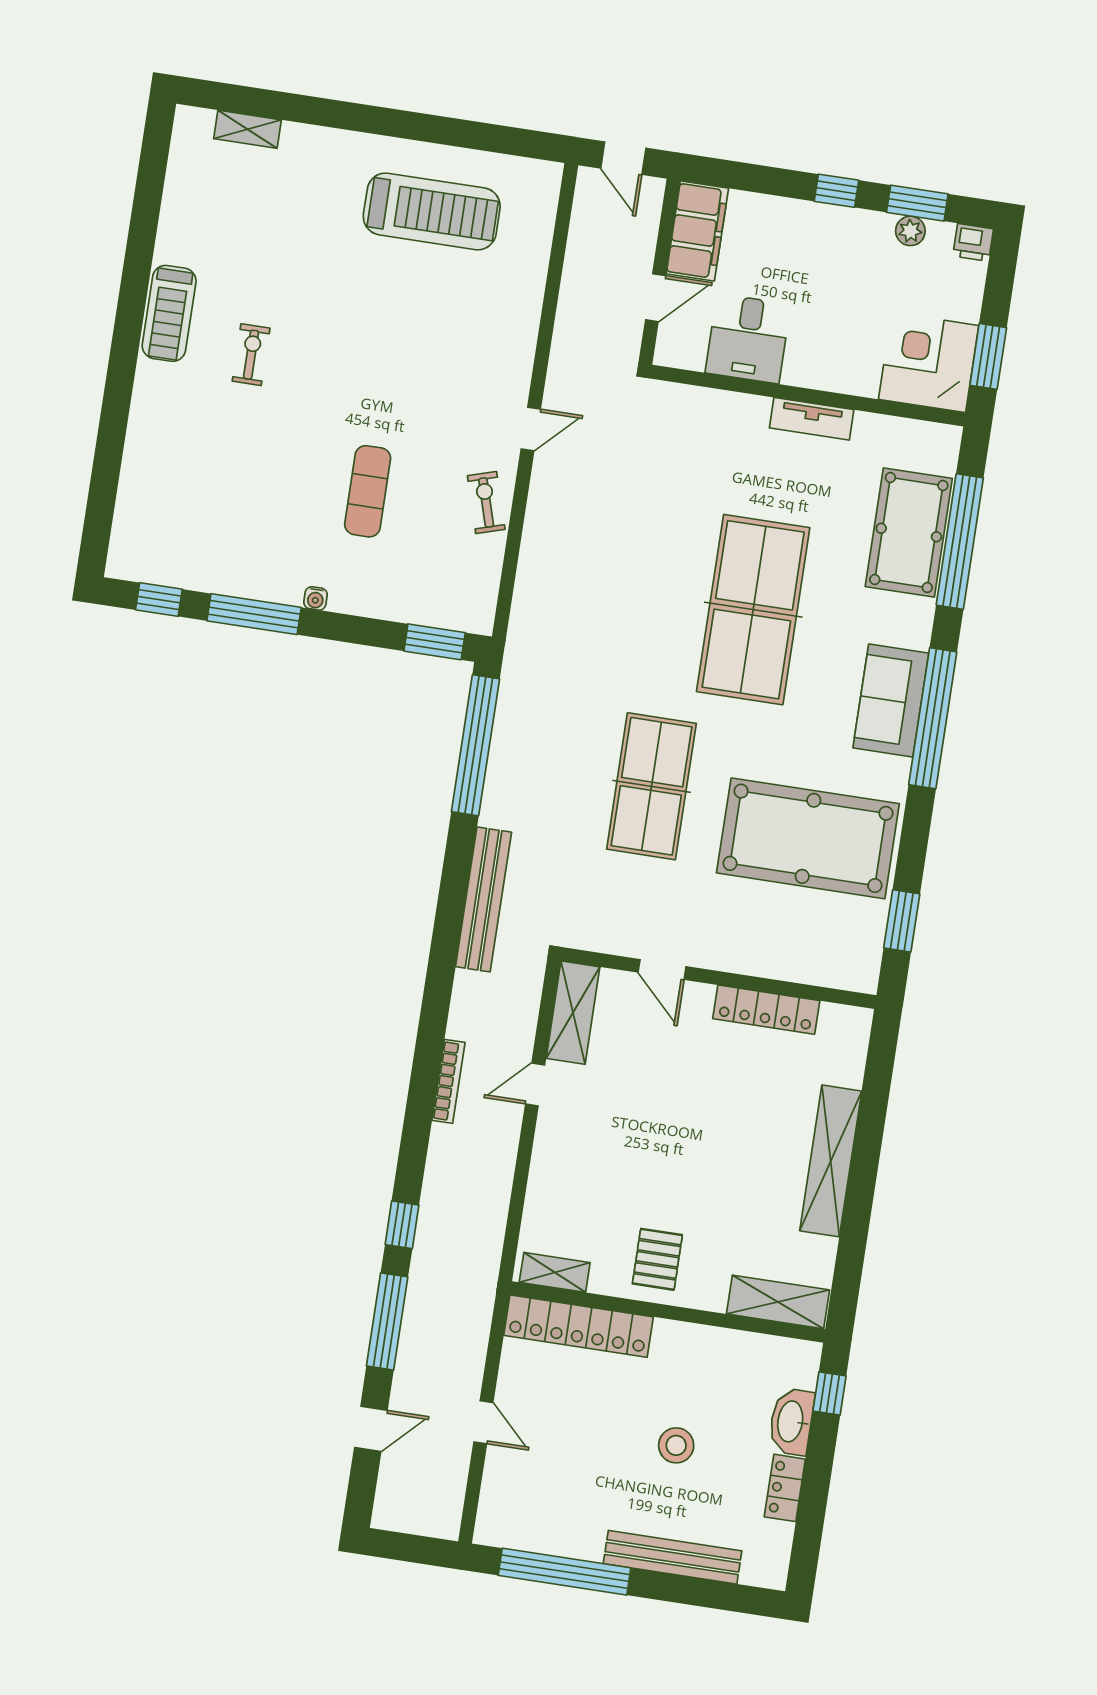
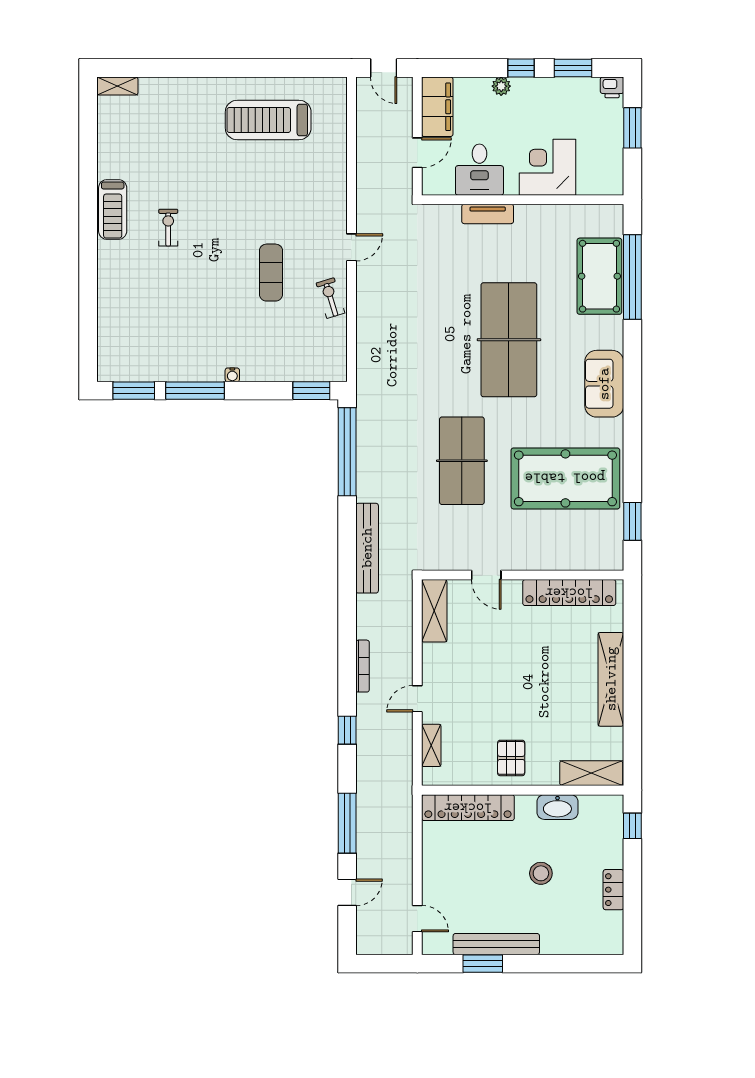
shelving: (248, 129) -> (117, 86), moved
treadmill: (432, 211) -> (268, 120), turned 180
plant: (910, 231) -> (501, 86), moved
window: (988, 356) -> (632, 128), moved
corner desk: (929, 362) -> (548, 167), moved
tv unit: (812, 419) -> (488, 214), moved
exercise mat: (368, 491) -> (271, 273), moved
window: (159, 600) -> (134, 391), width x1.50
window: (933, 718) -> (632, 391), removed
locker: (766, 1010) -> (569, 593), width x1.41, depth x1.21
door: (535, 1084) -> (417, 699), moved
window: (402, 1225) -> (347, 730), moved
shelving: (555, 1272) -> (431, 745), moved, turned 90
door: (483, 1422) -> (417, 919), moved
washbasin: (791, 1422) -> (557, 807), moved, turned -90
bench: (673, 1557) -> (496, 944), moved
window: (564, 1572) -> (483, 964), width x0.47

